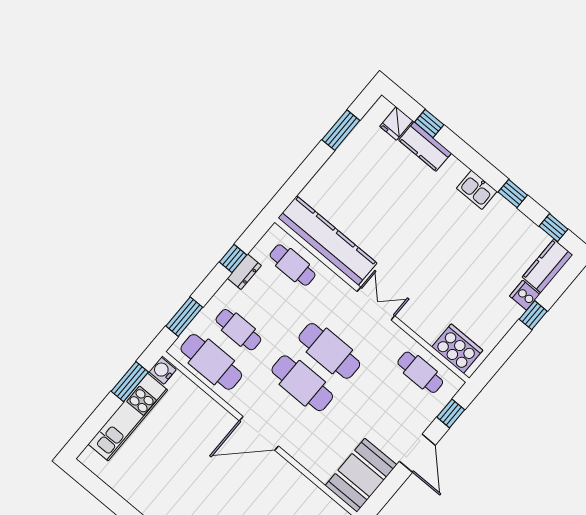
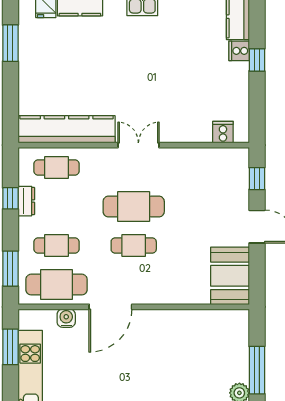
cooker: (457, 349) -> (223, 132), width x0.53, depth x0.76
water cooler: (163, 371) -> (66, 318), moved, turned 90
cafe table: (420, 372) -> (211, 168), removed
cafe table: (302, 383) -> (134, 246), width x0.73, depth x0.74
door: (259, 433) -> (110, 307), moved

